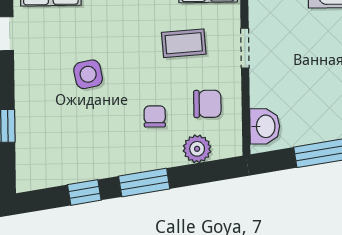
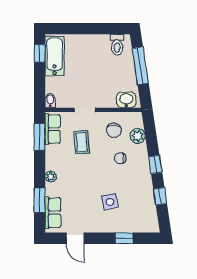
side table: (88, 74) -> (110, 202), moved
chair: (207, 104) -> (114, 130), turned 180
window: (144, 183) -> (155, 164), width x0.67

